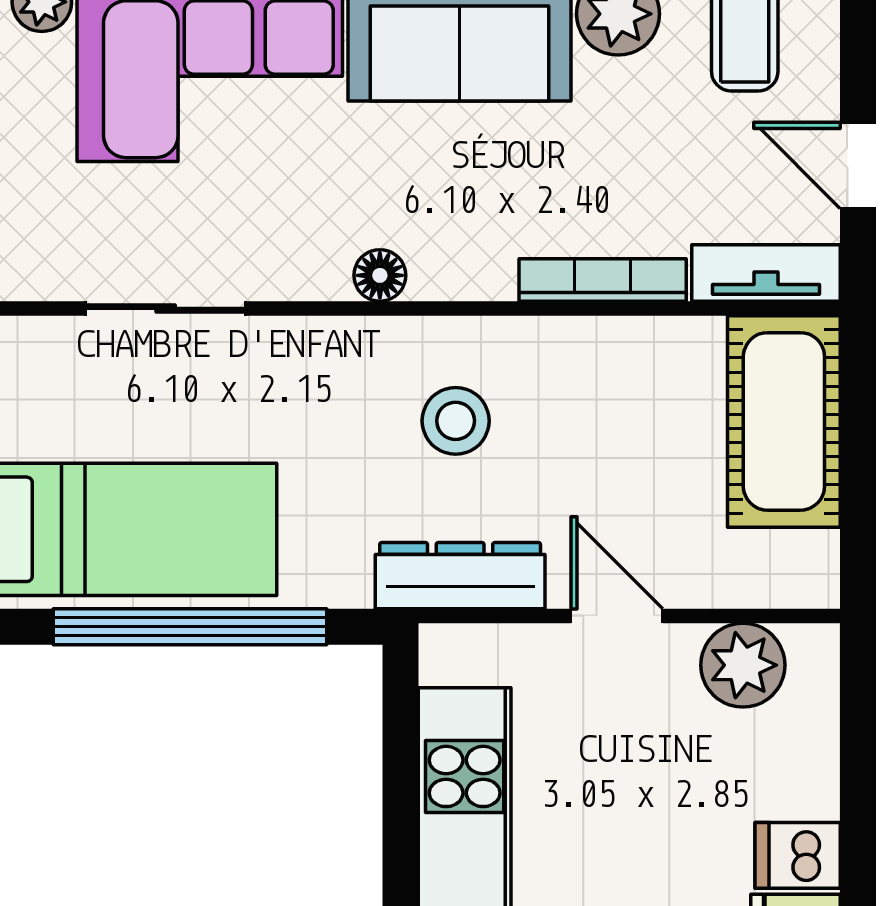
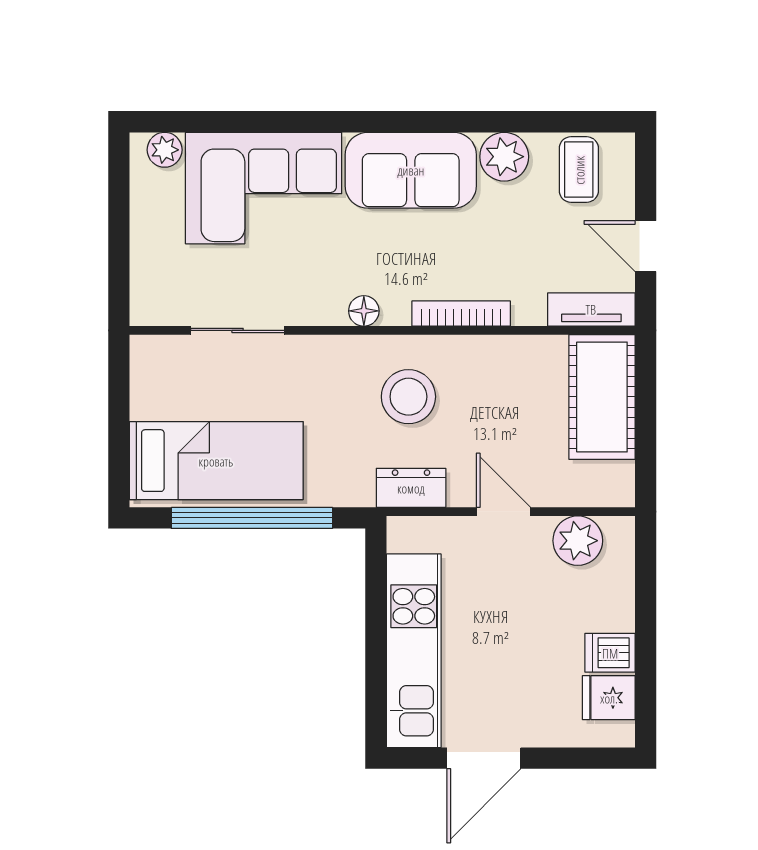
bookcase: (603, 280) -> (461, 314), moved
stool: (456, 421) -> (408, 397), width x1.38, depth x1.38
dresser: (460, 576) -> (411, 488), width x0.70

